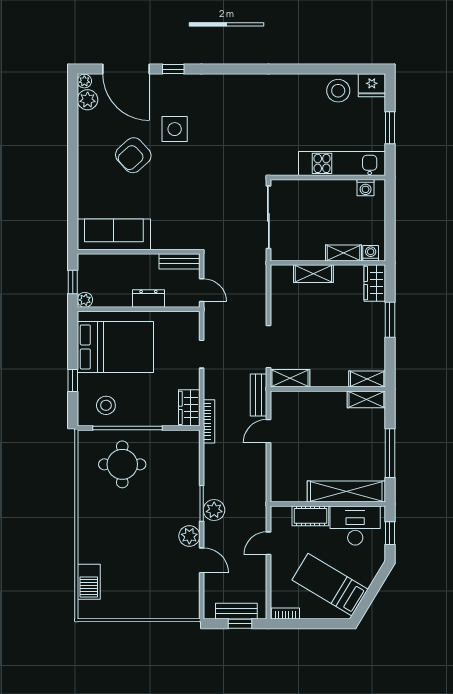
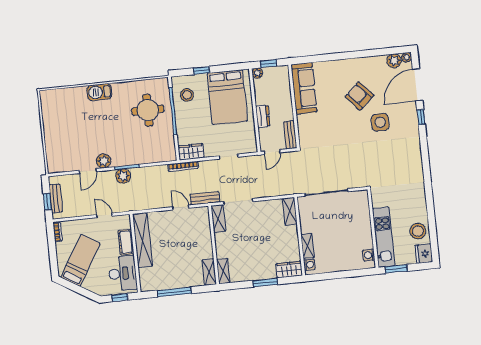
kitchen unit: (342, 163) -> (384, 237), moved
wall: (328, 178) -> (373, 229), moved
washing machine: (366, 188) -> (369, 255), moved
shelving: (313, 274) -> (290, 211), moved
shelving: (346, 492) -> (142, 240), moved
barbecue: (89, 582) -> (99, 92), moved

